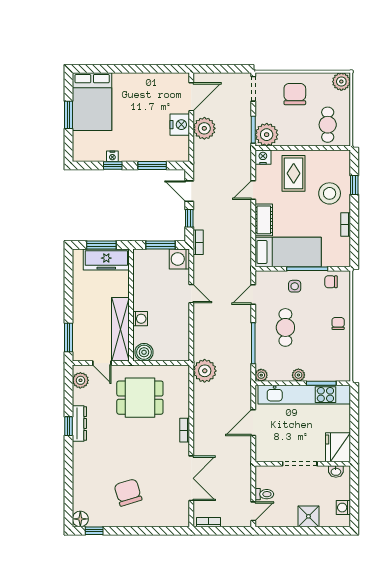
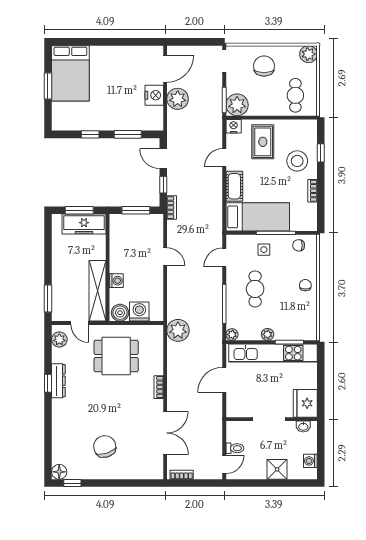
nightstand: (112, 156) -> (90, 126), removed
washing machine: (179, 259) -> (139, 312), moved, turned 90

